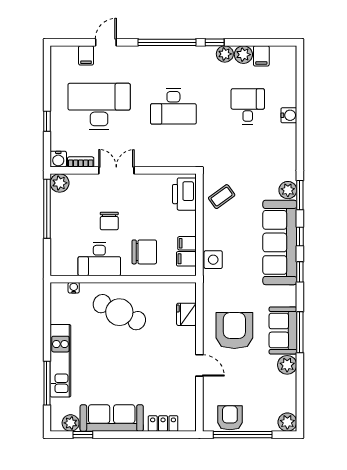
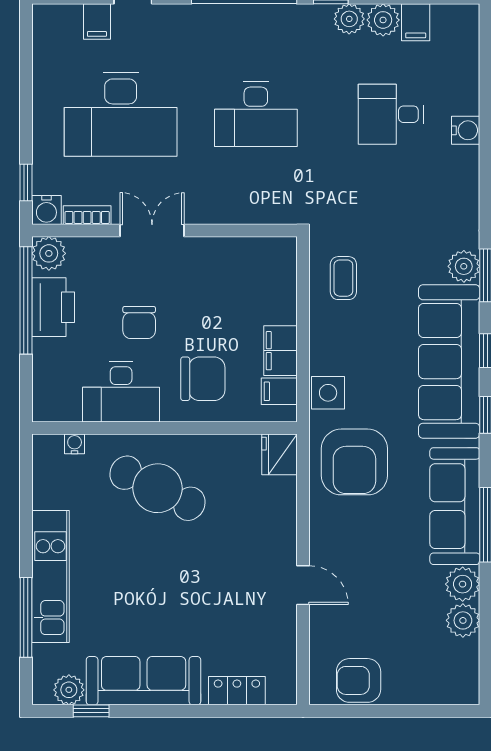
desk: (99, 106) -> (121, 114), turned 180
desk: (248, 106) -> (391, 114), turned -90
window: (47, 121) -> (26, 182), moved
printer: (184, 194) -> (53, 307), moved, turned 180
coffee table: (222, 197) -> (343, 278), turned -54
filing cabinet: (187, 243) -> (280, 351), width x2.00
fridge: (186, 314) -> (279, 454), moved
sofa: (283, 330) -> (455, 506), width x1.36
armchair: (234, 331) -> (354, 462), moved, turned 180
armchair: (230, 418) -> (359, 680), turned -90
plant: (287, 422) -> (463, 620), moved
window: (243, 435) -> (382, 711), removed

